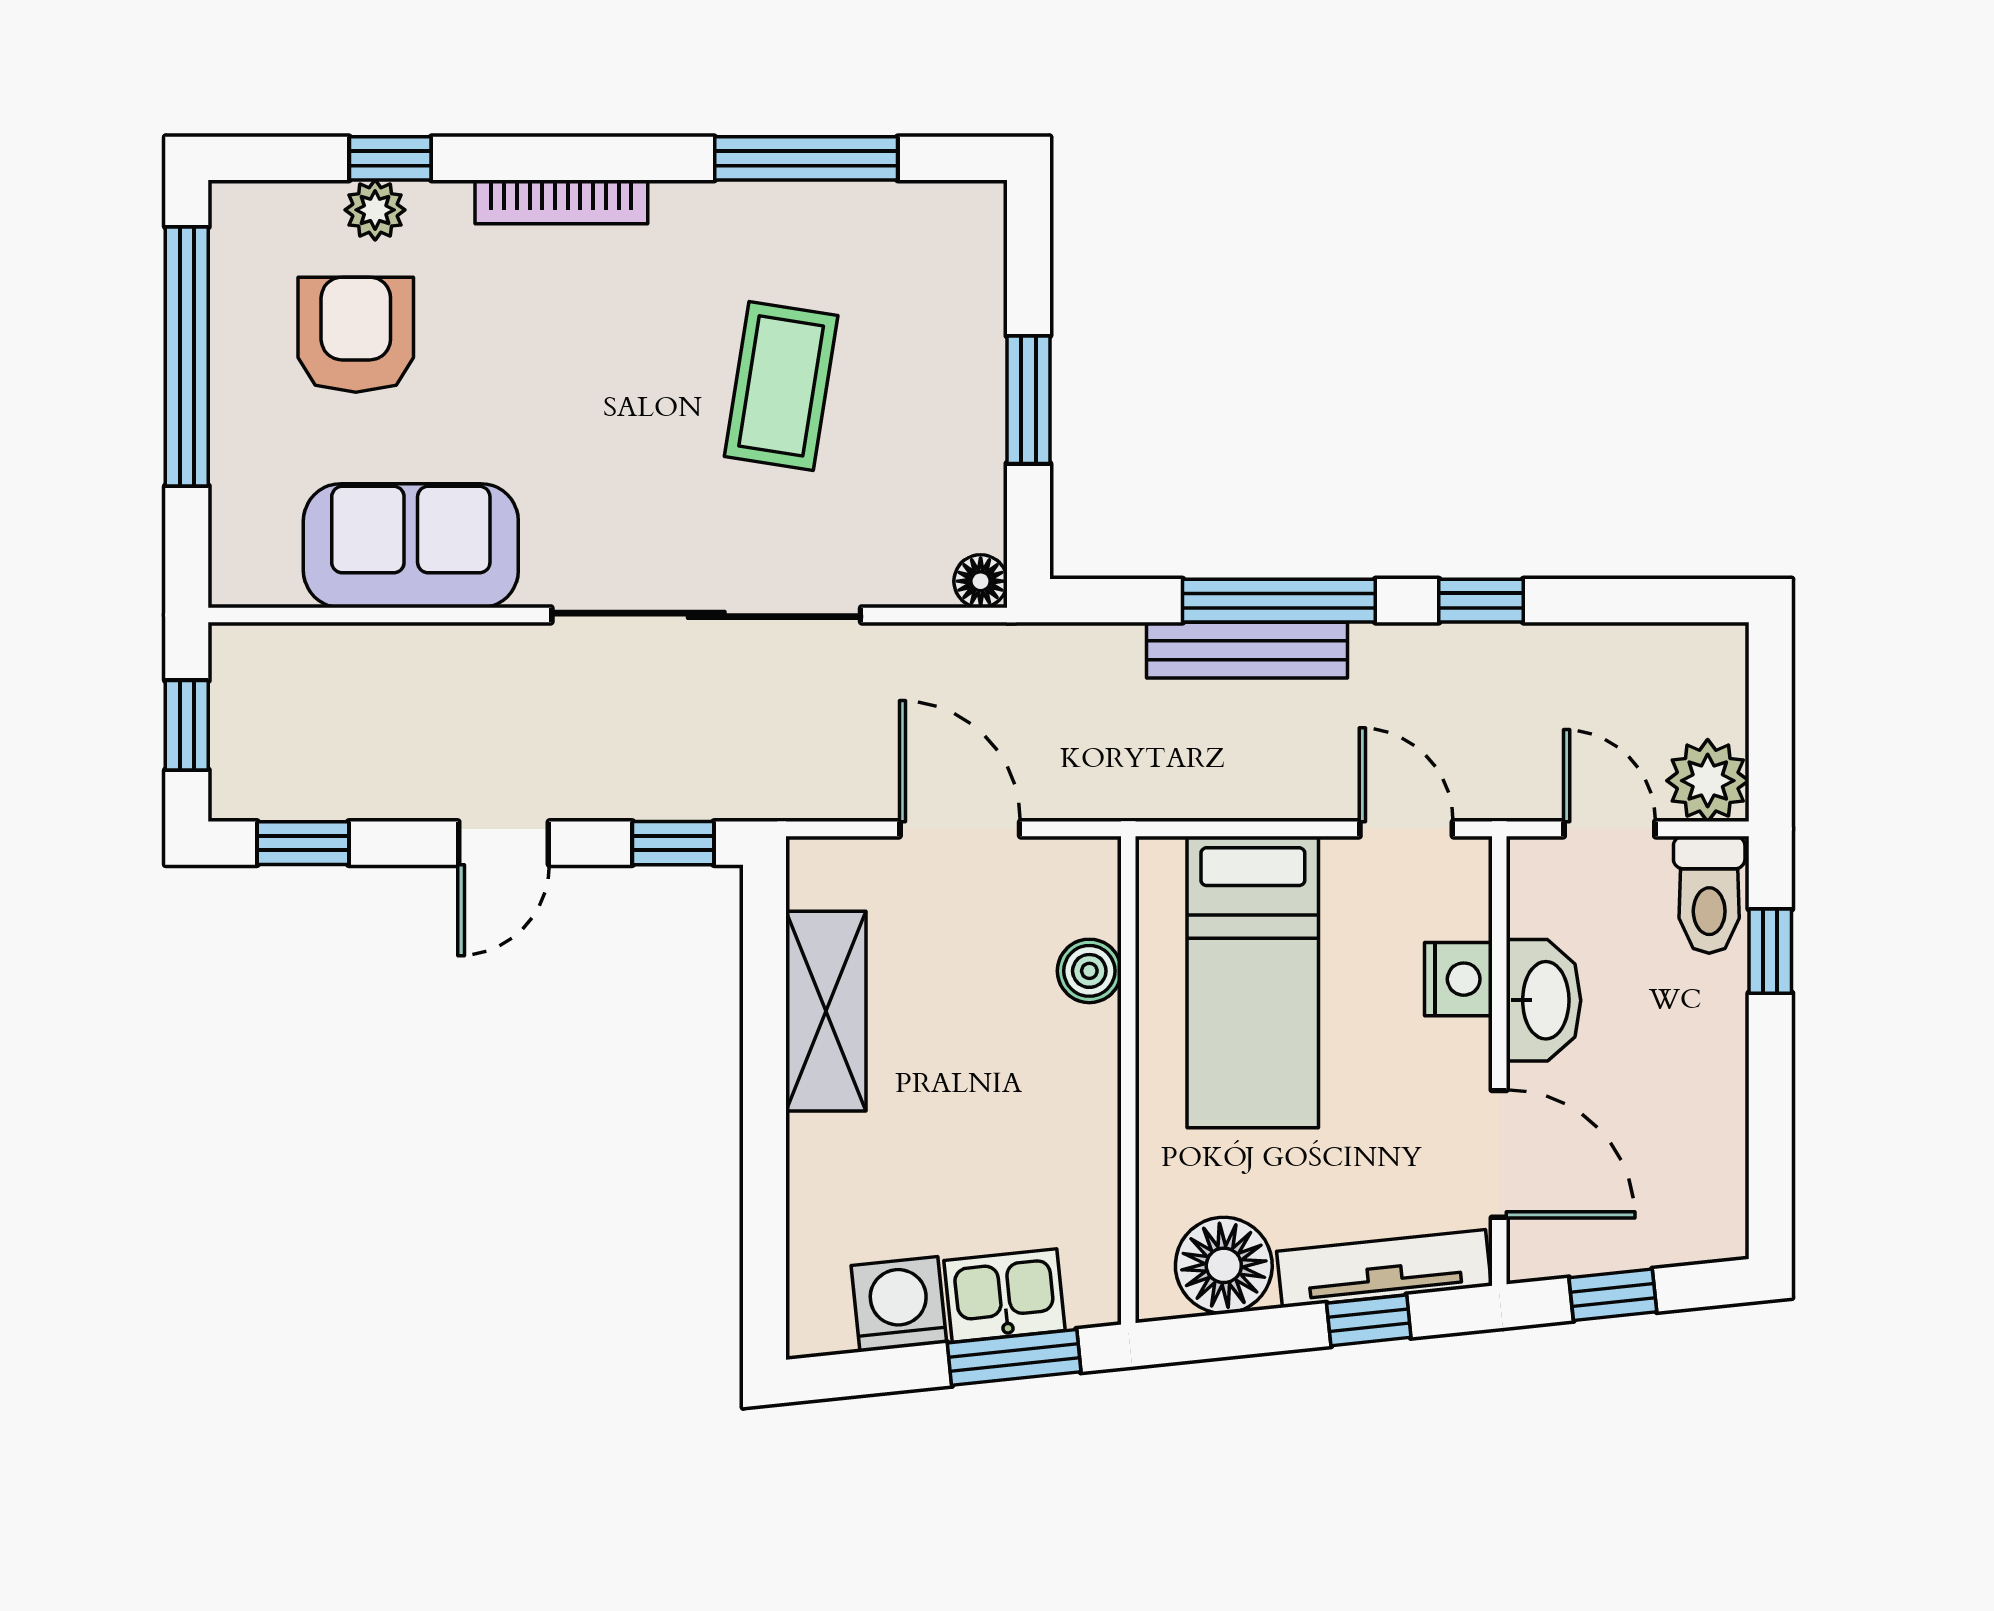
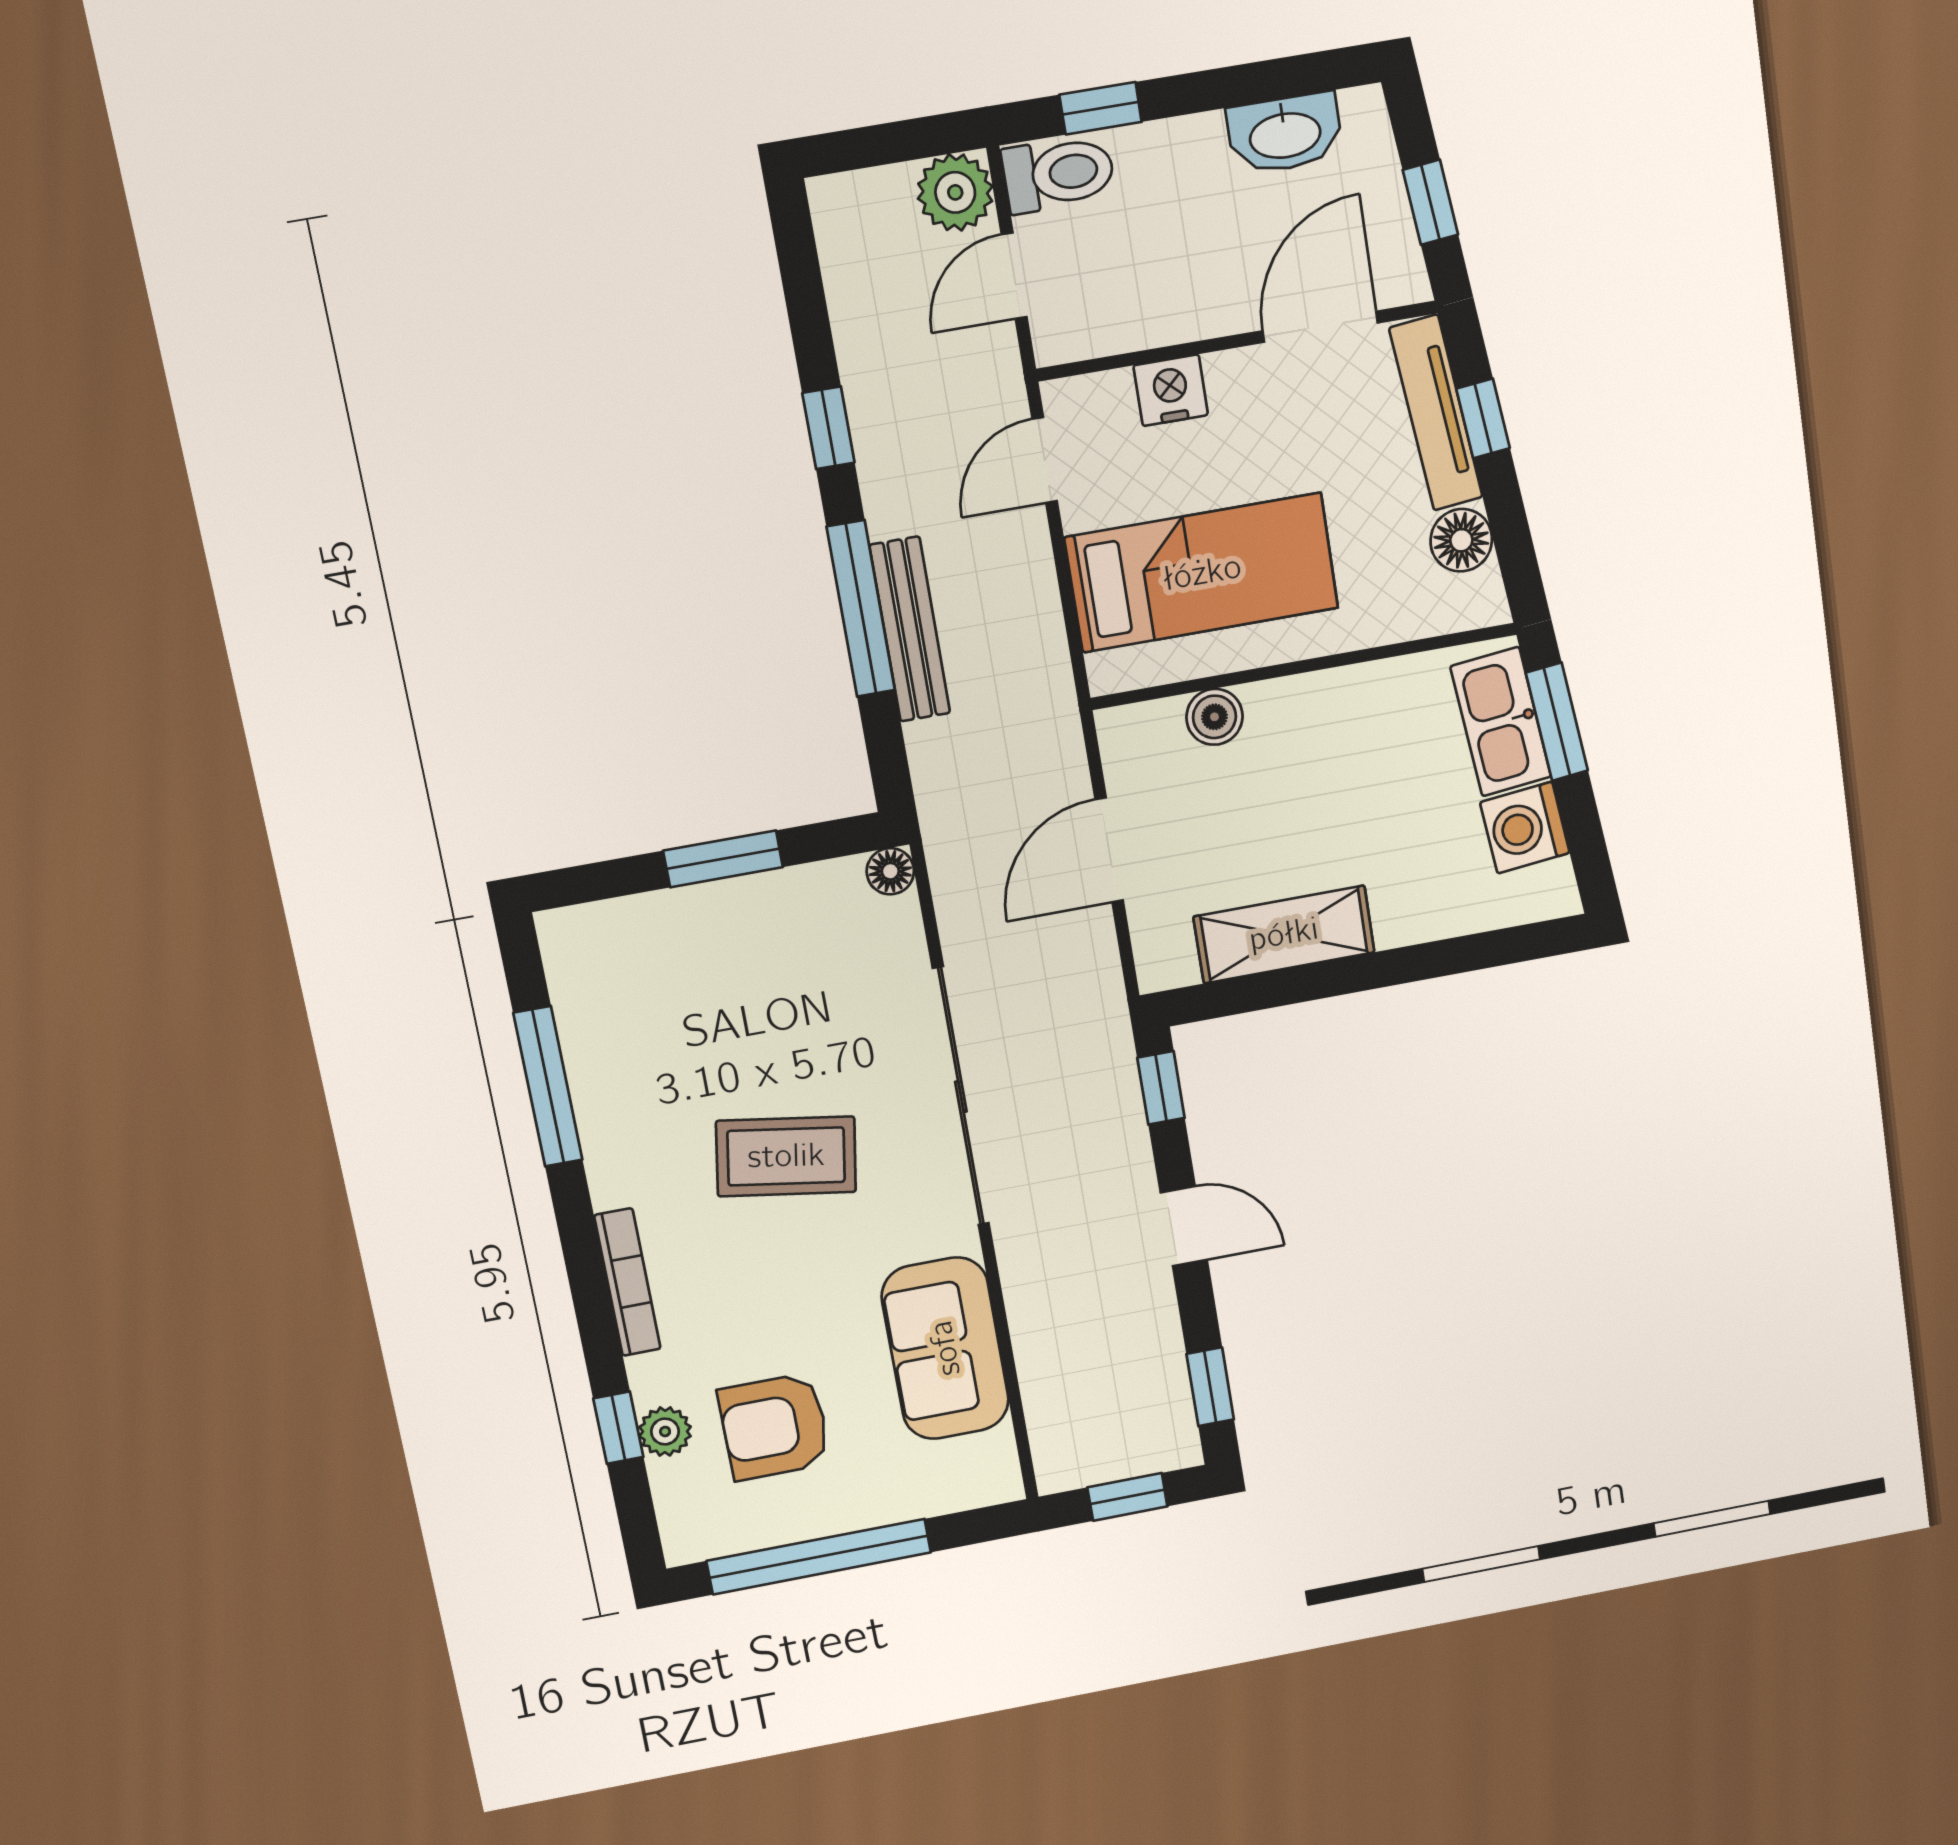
coffee table: (781, 386) -> (786, 1156), moved
washbasin: (1544, 1000) -> (1285, 134), moved, turned 180
floor lamp: (1224, 1265) -> (1461, 540), width x0.73, depth x0.73
kitchen sink: (1005, 1296) -> (1501, 722), width x1.38

